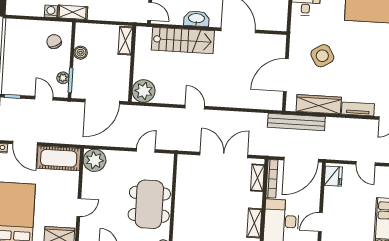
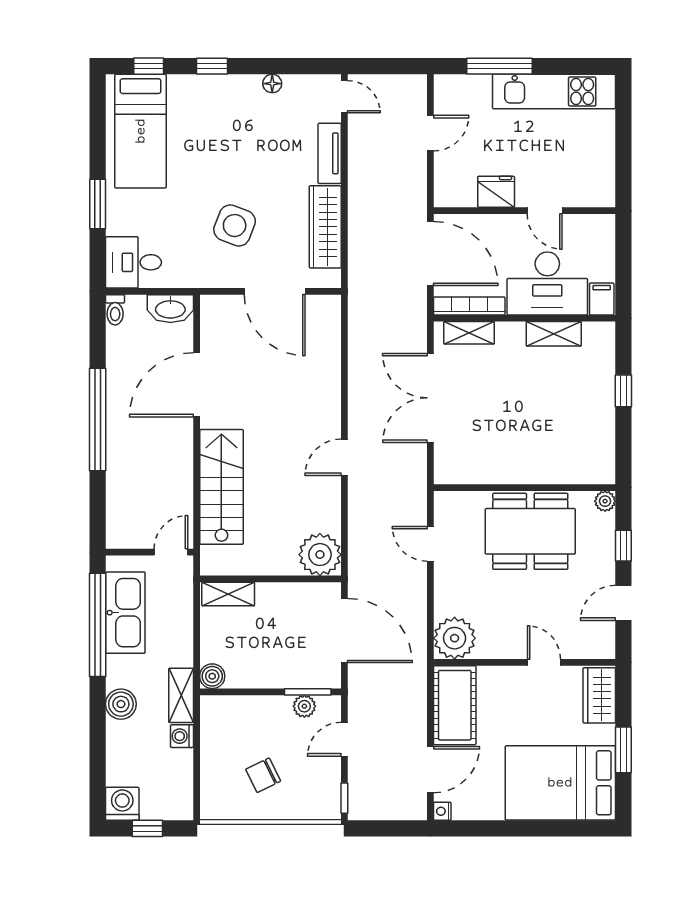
washbasin: (196, 19) -> (170, 309), moved, turned -90
chair: (54, 42) -> (263, 775), moved
boiler: (81, 53) -> (212, 676), moved
side table: (322, 56) -> (235, 226), turned -38
bench: (296, 122) -> (361, 267), removed
fridge: (333, 176) -> (496, 192), moved

